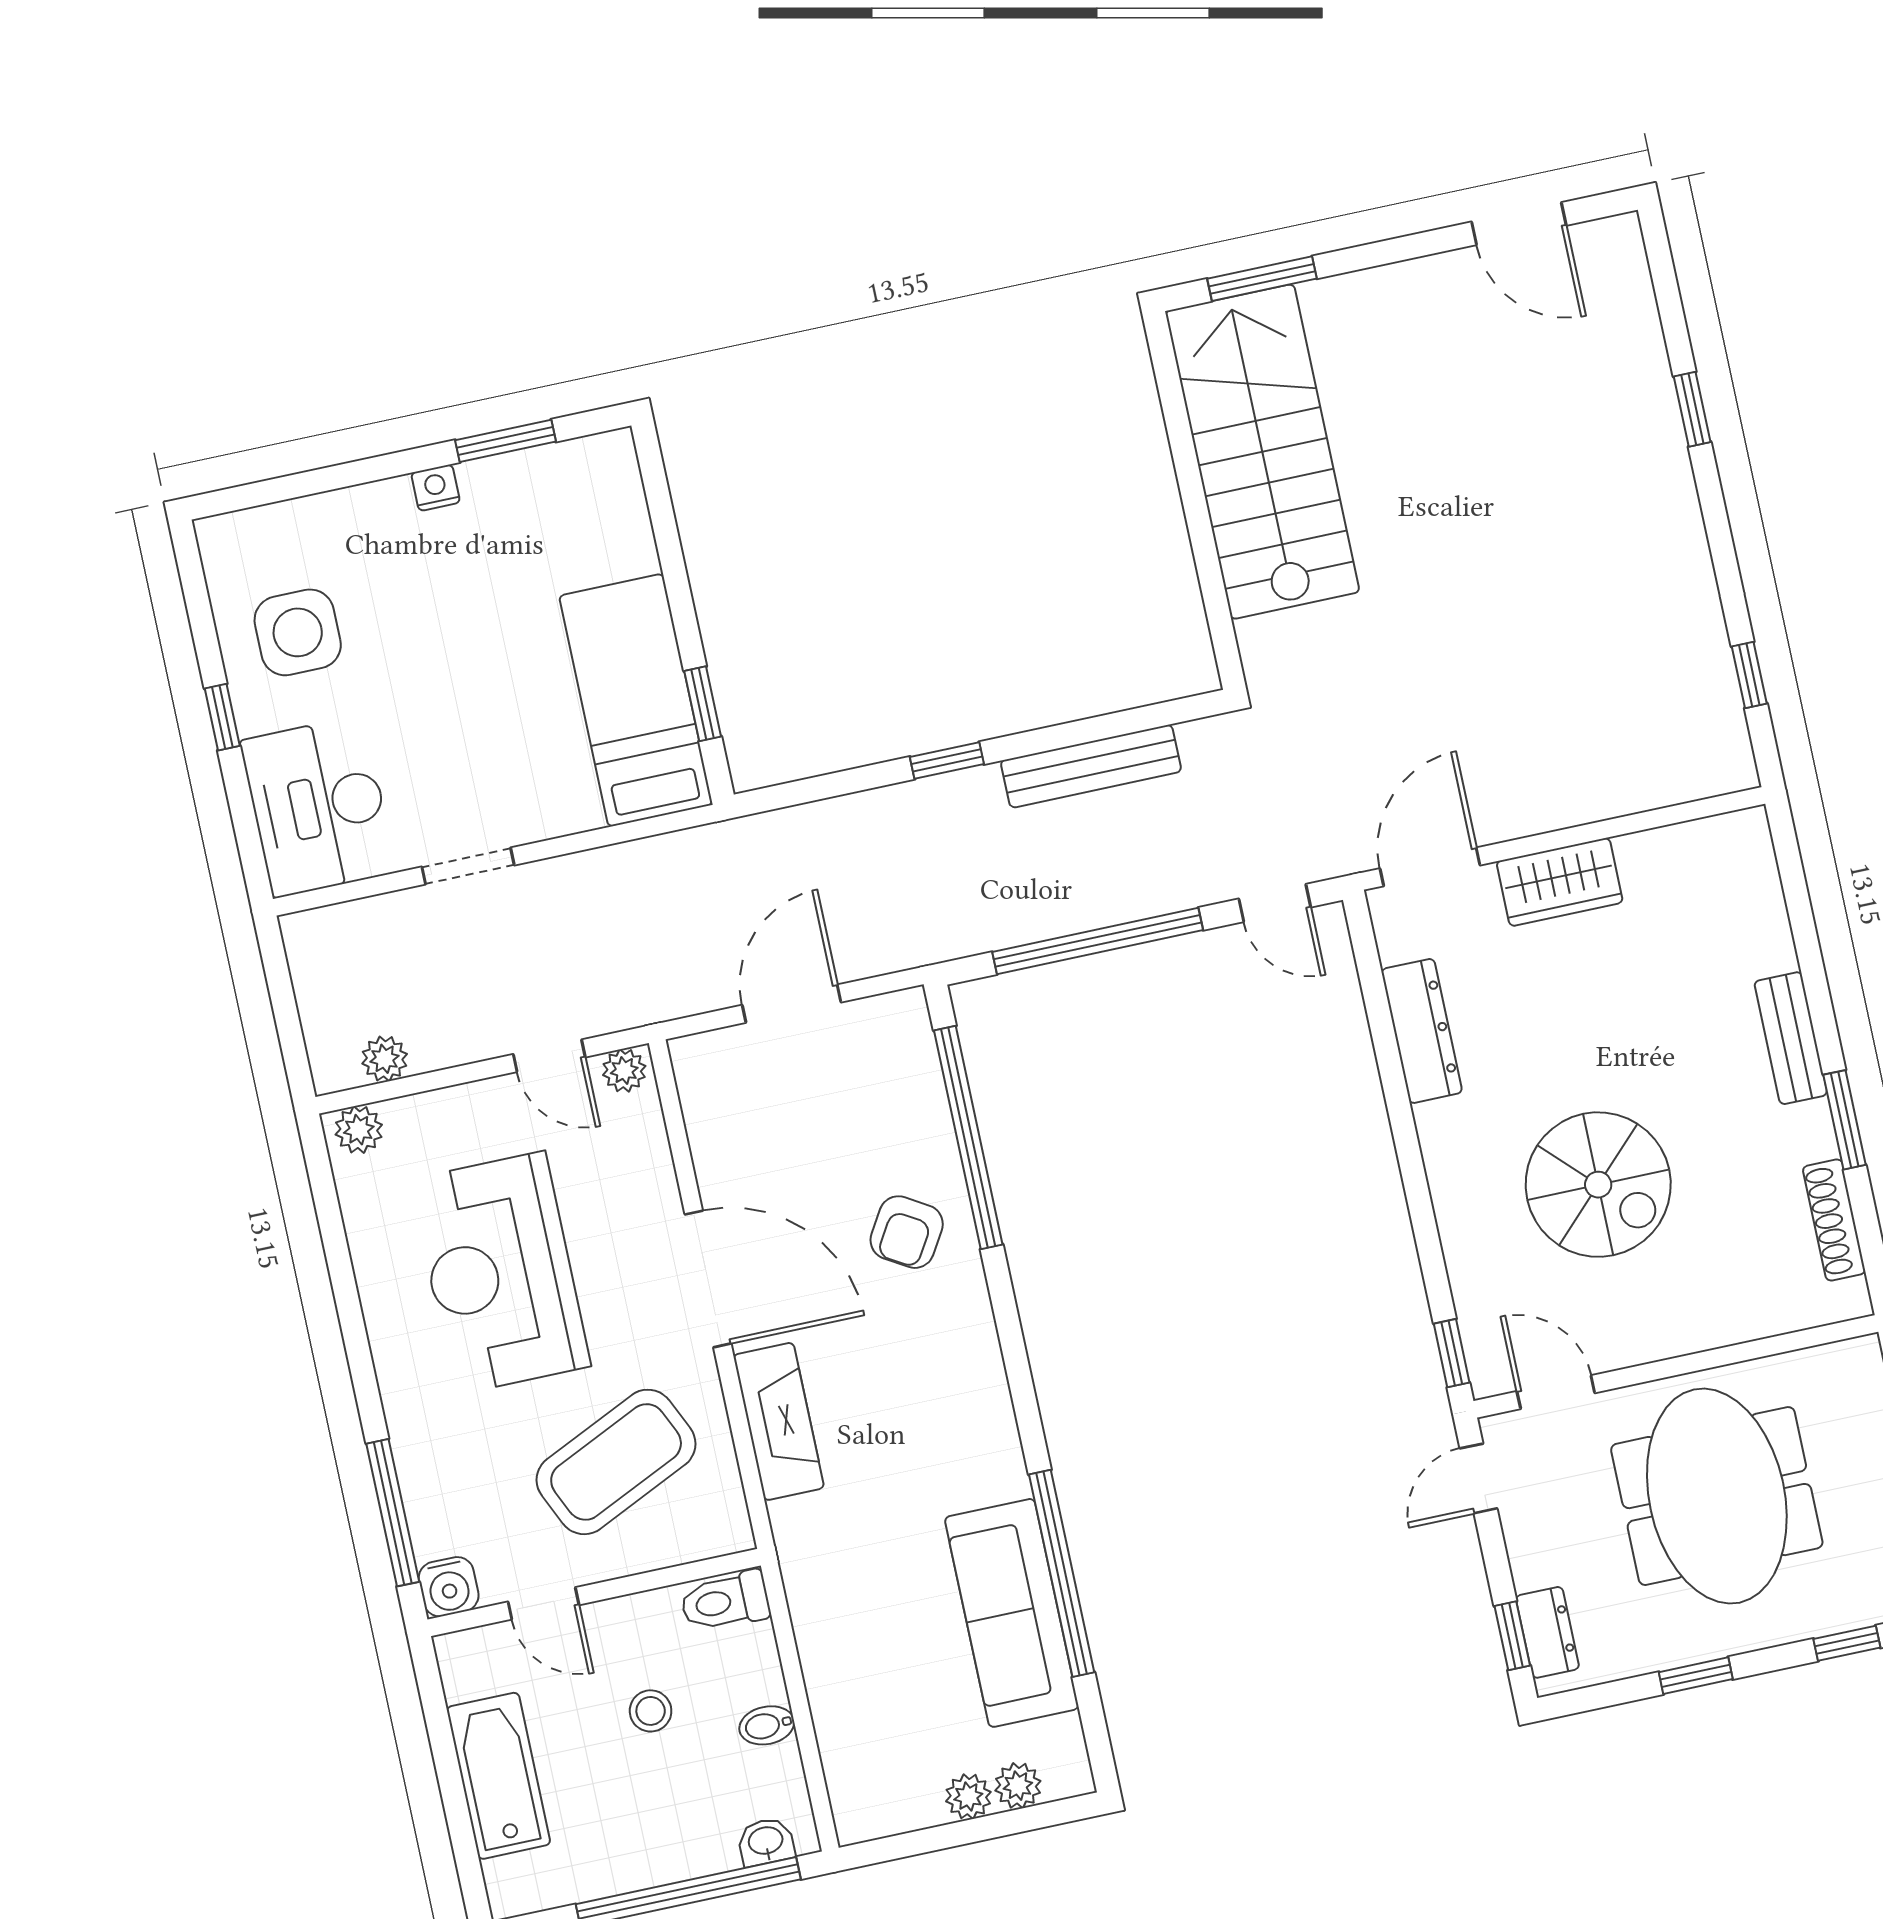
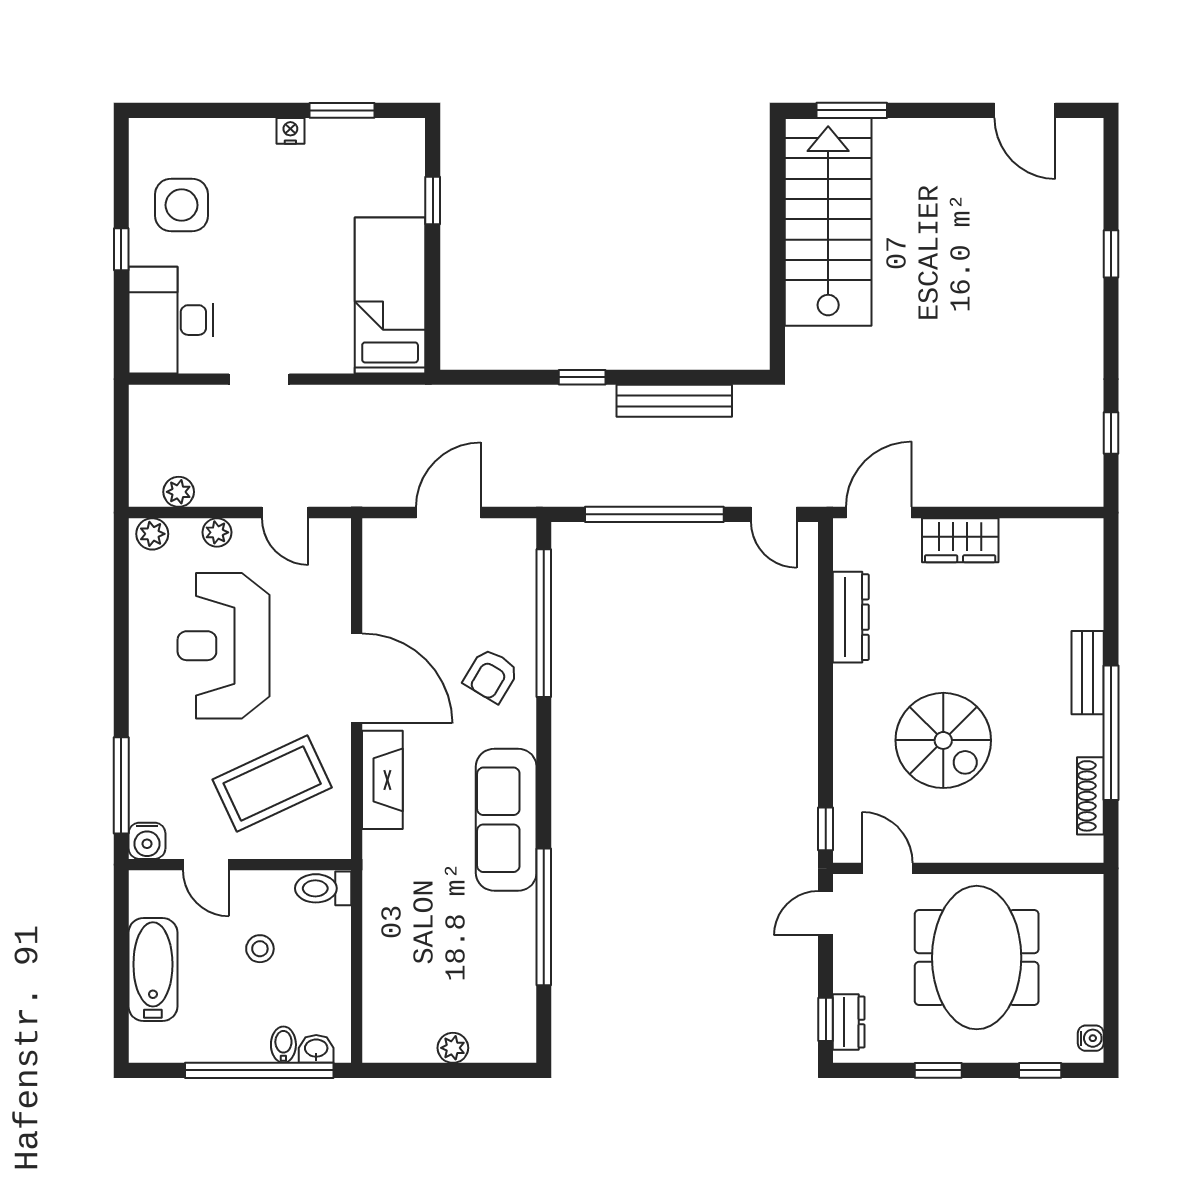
window: (703, 704) -> (433, 201), moved
plant: (624, 1071) -> (217, 532), moved
window: (1845, 1120) -> (1111, 733), width x2.11
sofa: (1012, 1613) -> (506, 820), moved
bidet: (767, 1725) -> (283, 1045), moved, turned 90
plant: (1018, 1786) -> (486, 1048), removed

